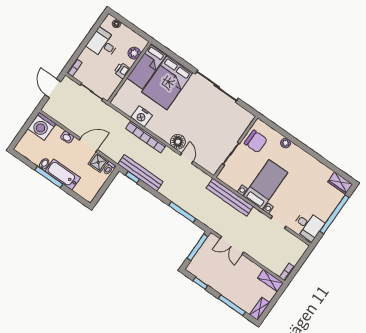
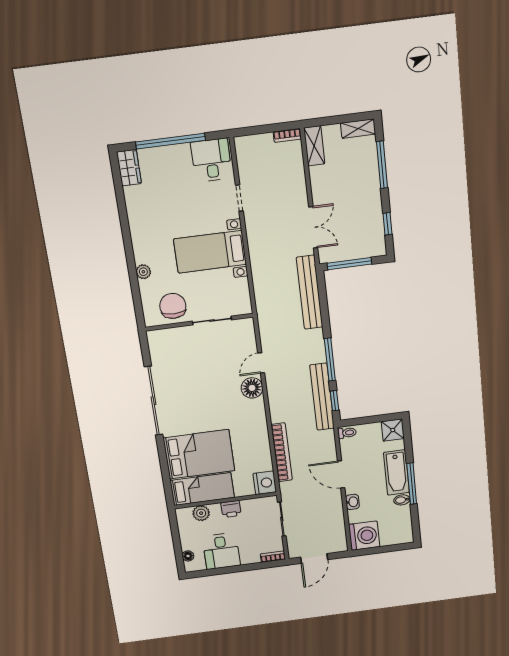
nightstand: (142, 116) -> (265, 483), moved
bookcase: (146, 137) -> (282, 452), moved
shower: (98, 162) -> (393, 430), moved
bench: (230, 197) -> (310, 292), moved
window: (182, 212) -> (330, 360), moved

